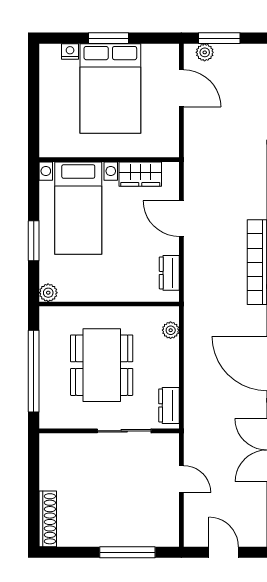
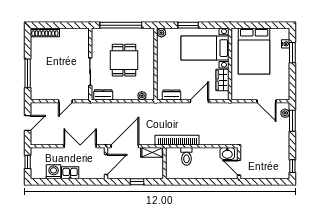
window: (109, 38) -> (292, 53), moved
bed: (110, 88) -> (254, 51), moved, turned -90
door: (181, 88) -> (267, 101), hinge flipped
dining table: (102, 365) -> (124, 60), width x0.73

